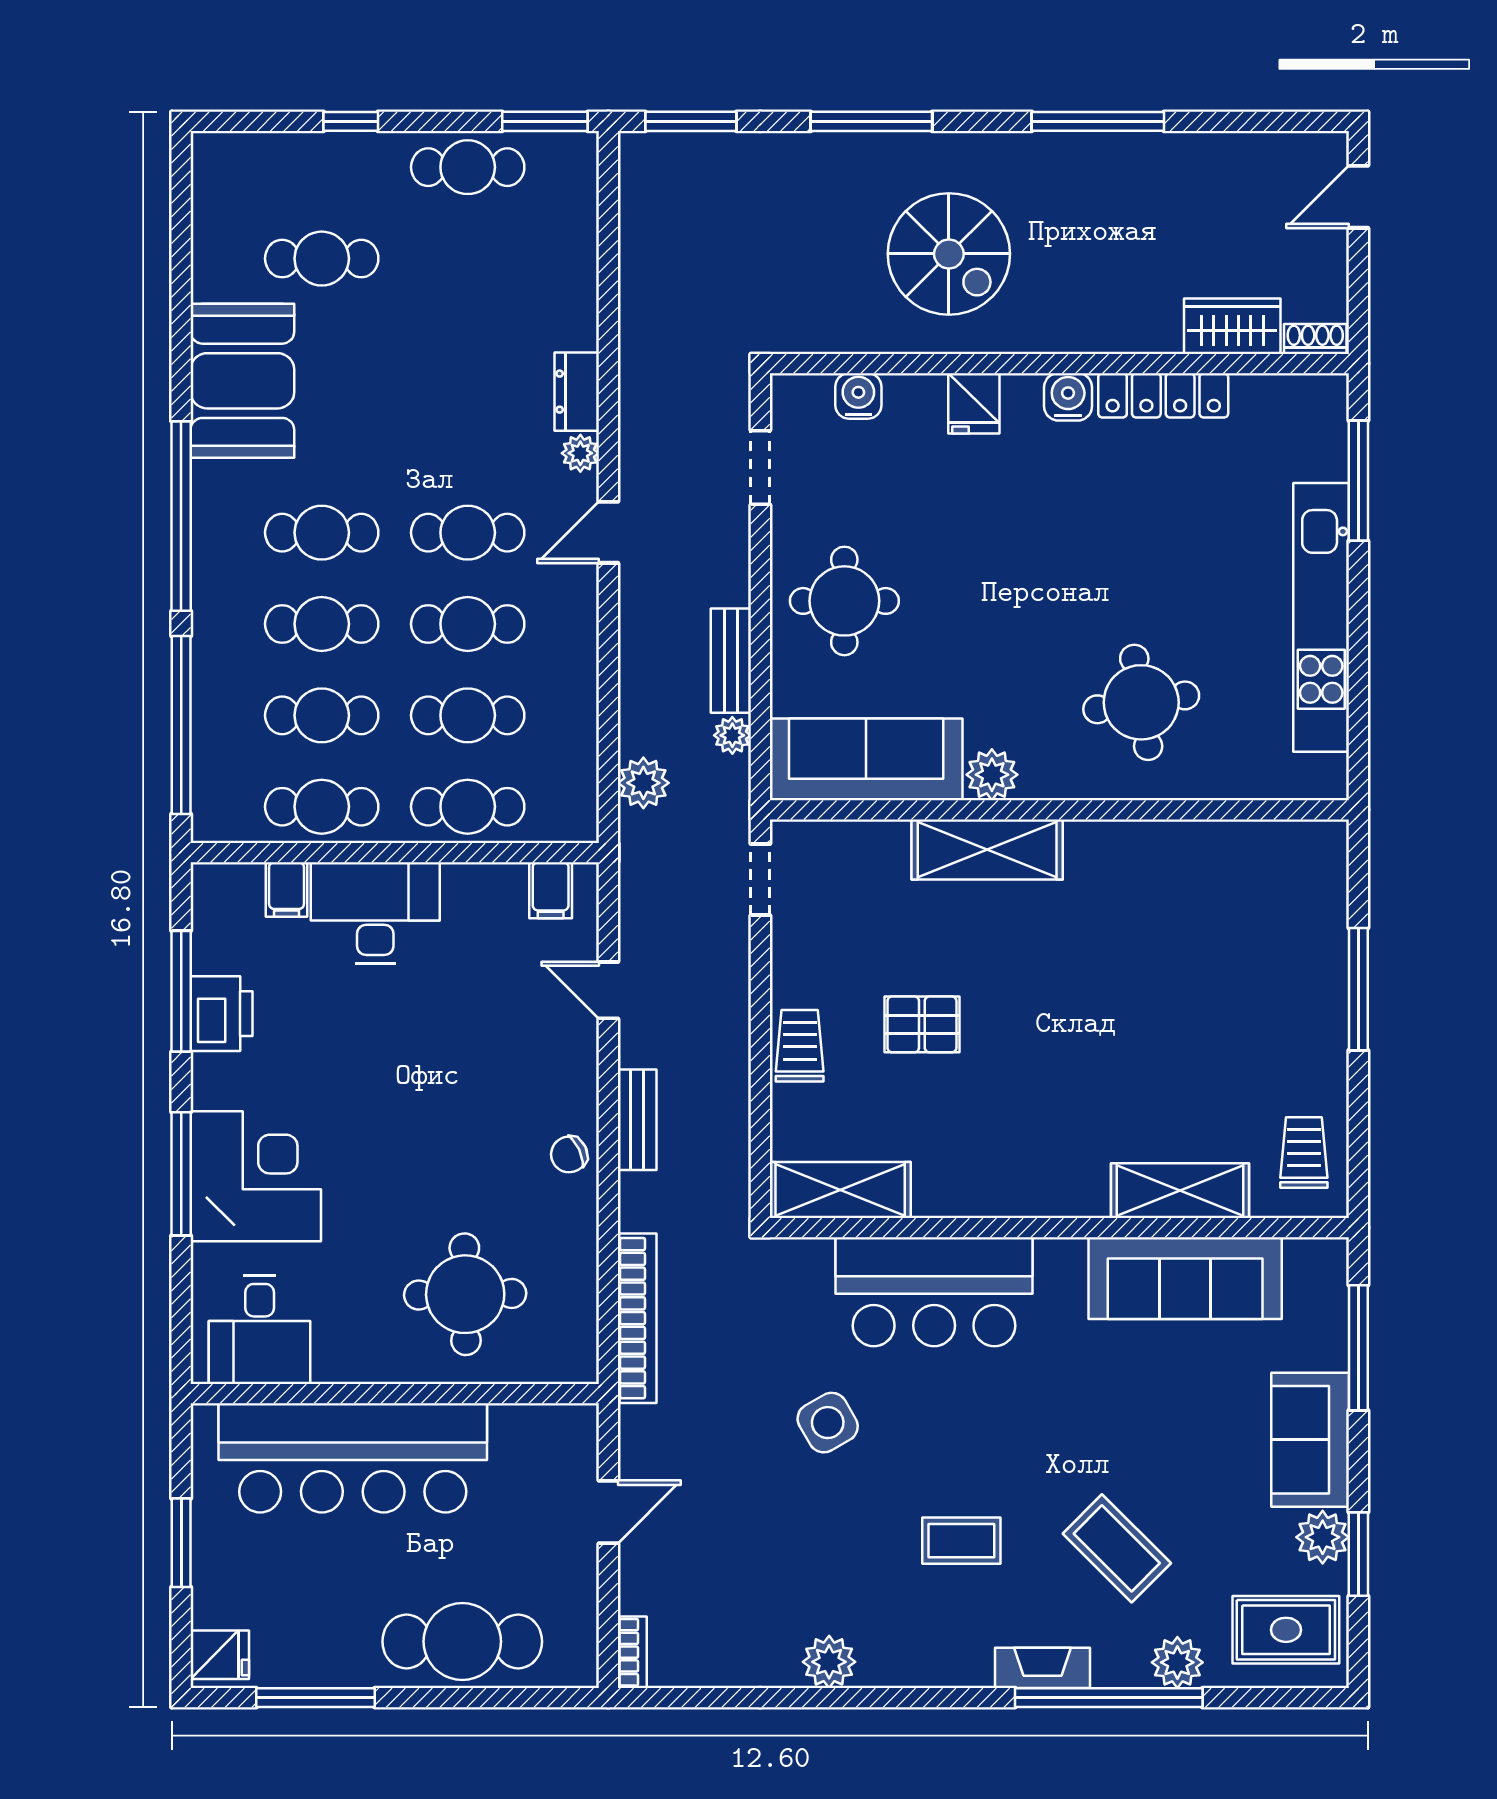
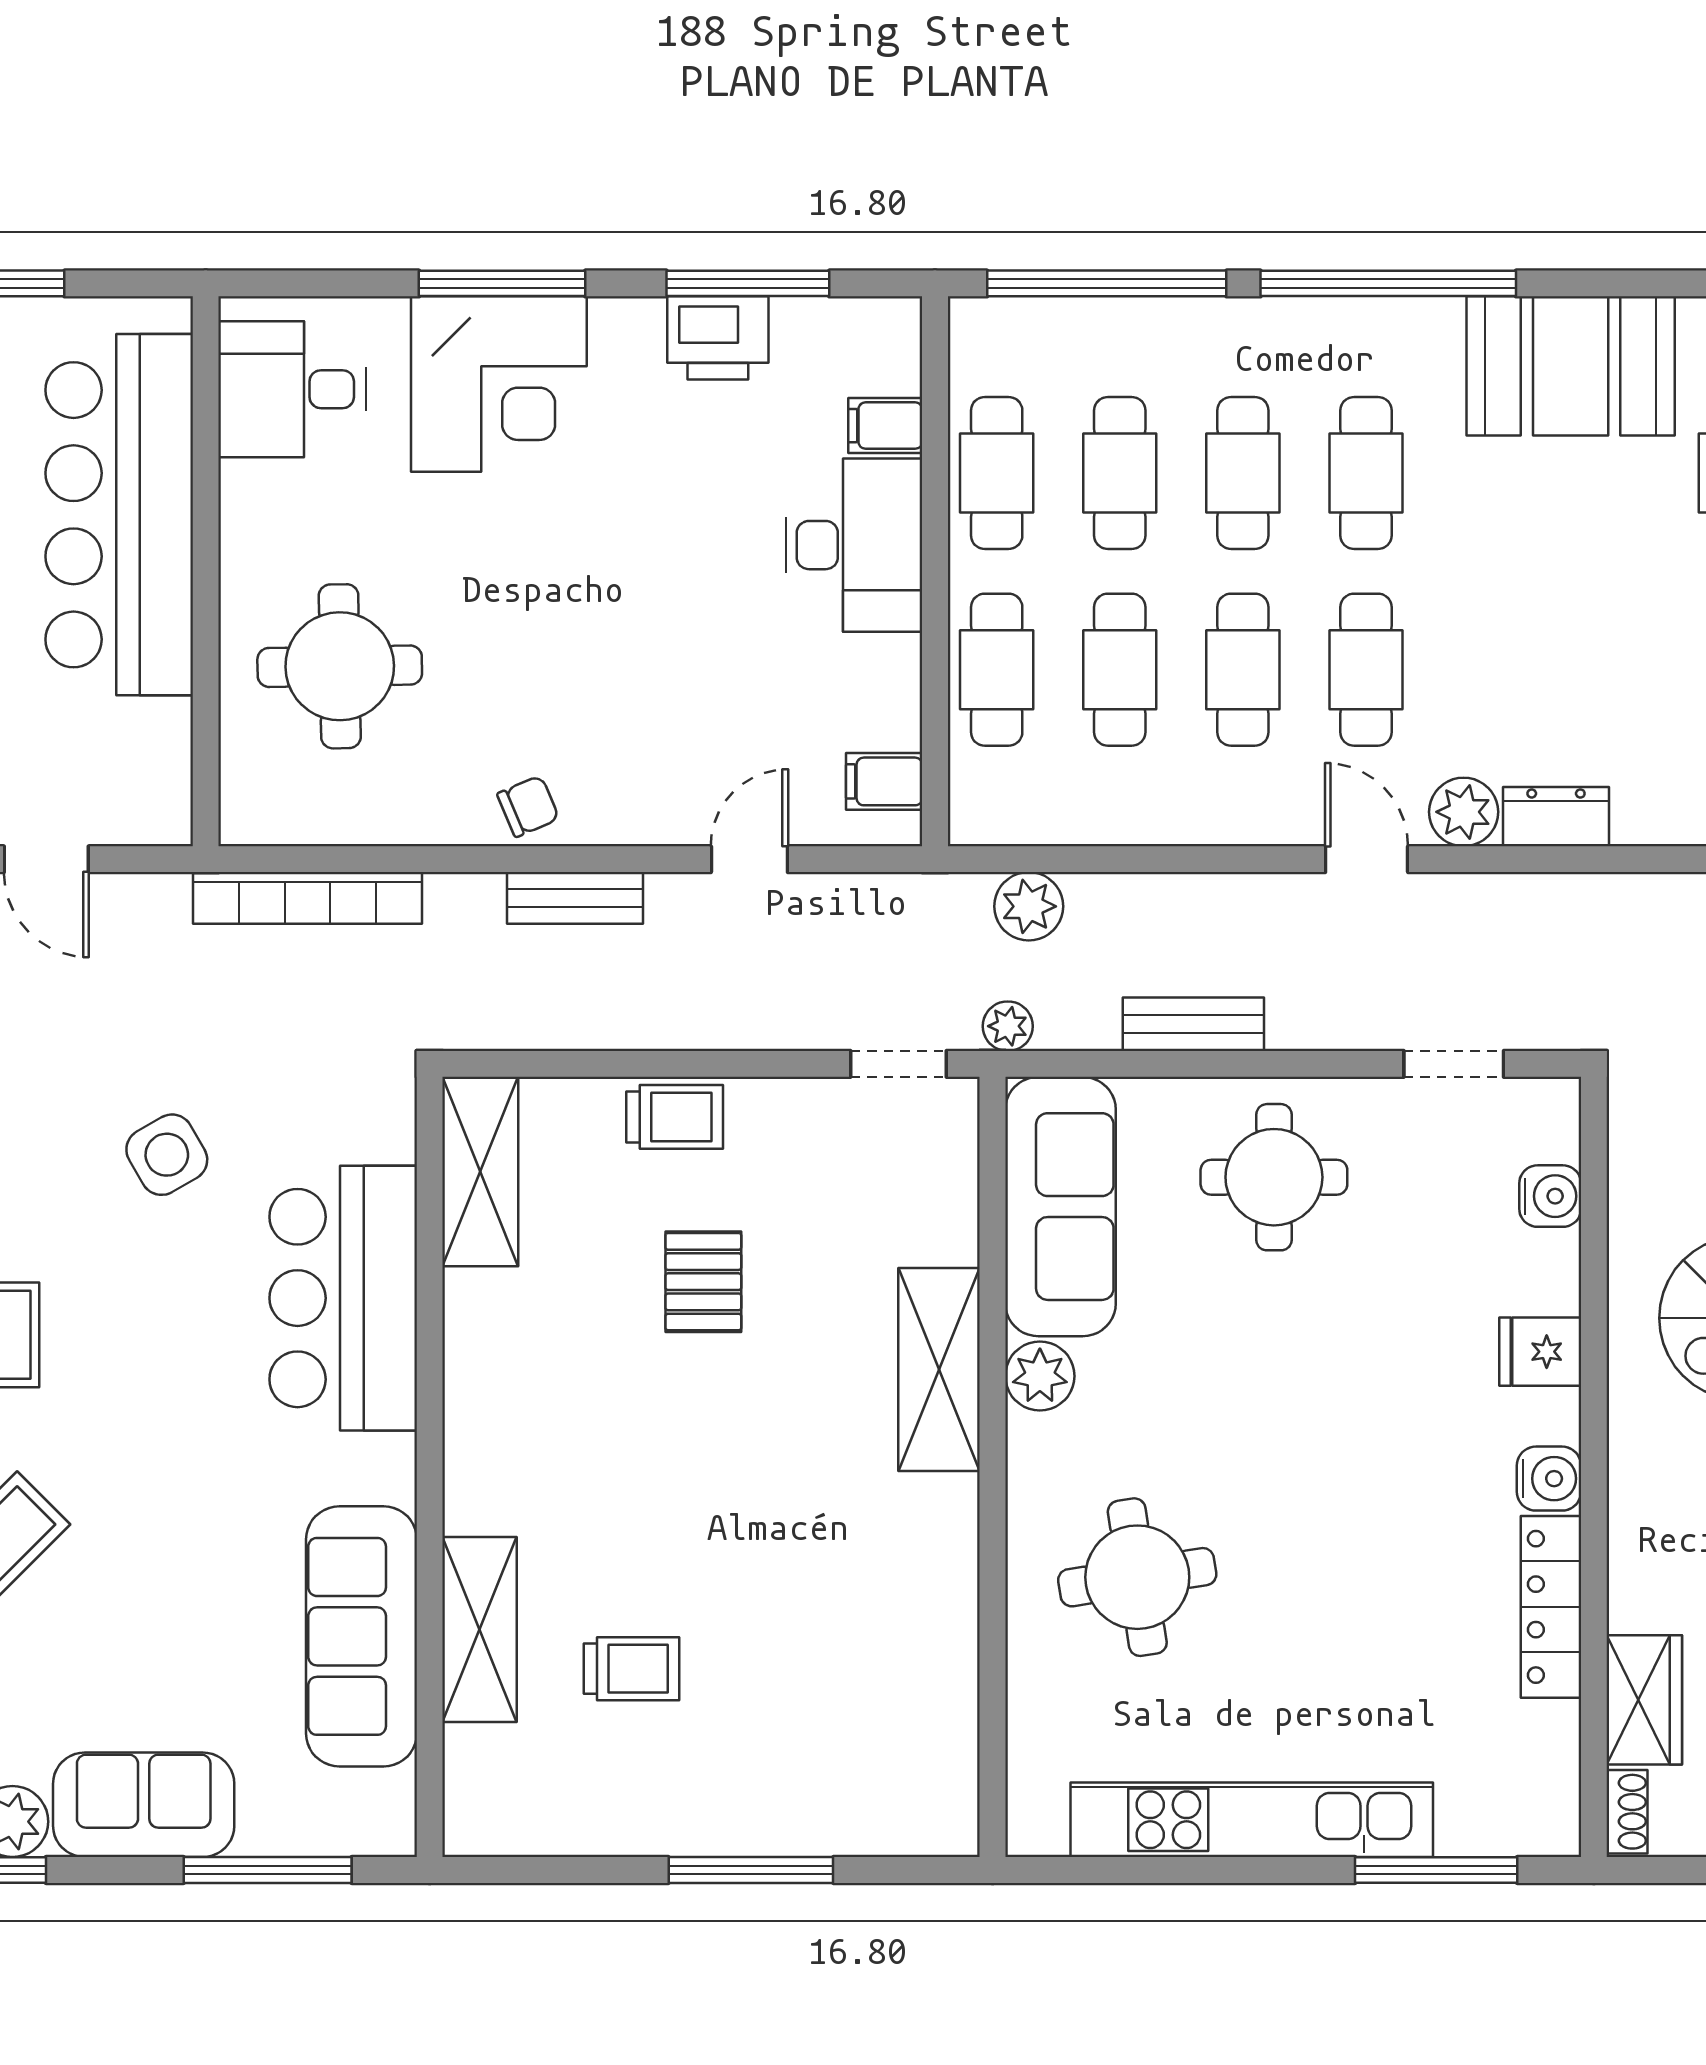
plant: (580, 453) -> (1464, 812), width x1.38, depth x1.38
plant: (732, 735) -> (1008, 1026), moved
trolley: (1304, 1153) -> (631, 1669), moved
chair: (569, 1154) -> (528, 806), turned 92

